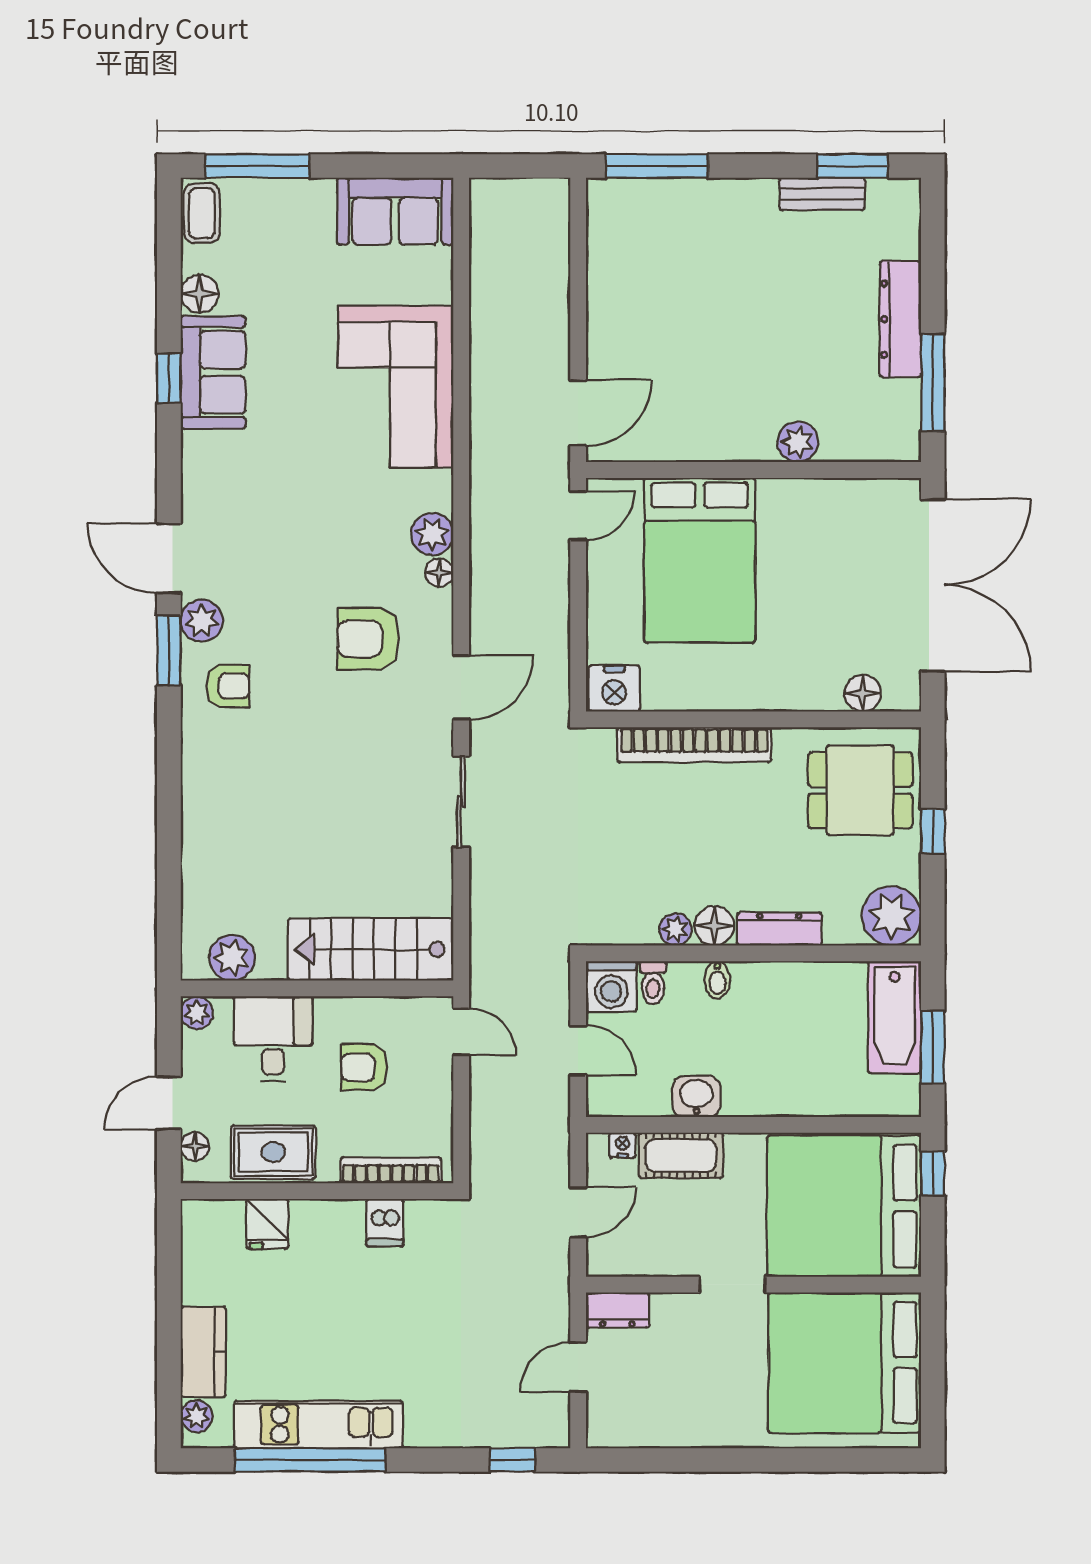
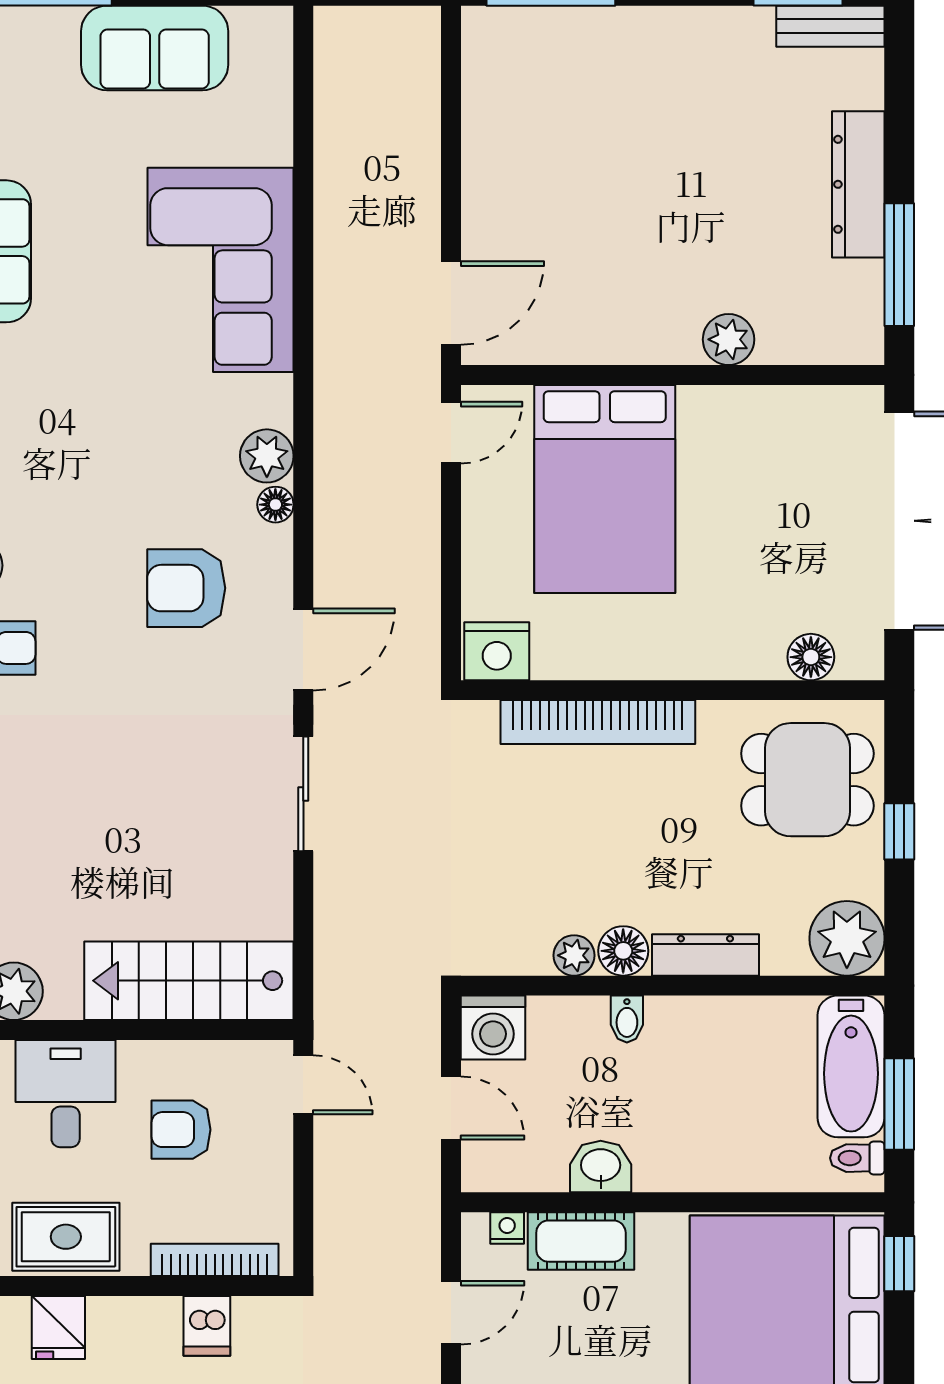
bench: (822, 194) -> (830, 26), moved
sofa: (395, 211) -> (155, 48), moved
toilet: (653, 983) -> (857, 1158), moved, turned 90

